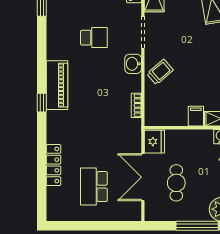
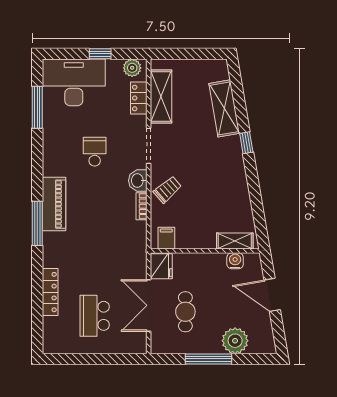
school desk: (94, 38) -> (95, 152), turned -90
window: (42, 103) -> (37, 223), width x2.17
bookcase: (136, 105) -> (141, 206), moved
filing cabinet: (196, 116) -> (166, 238), moved

